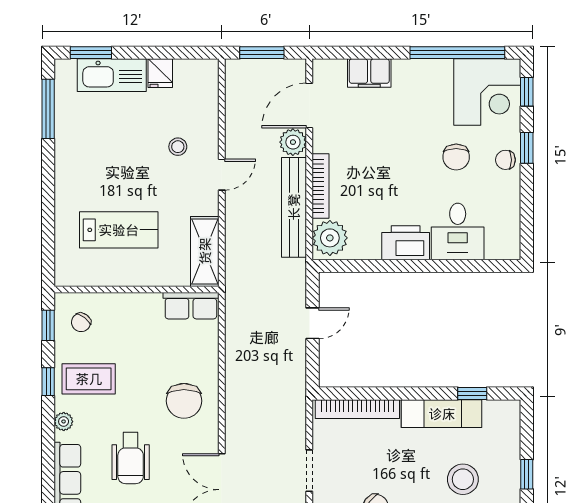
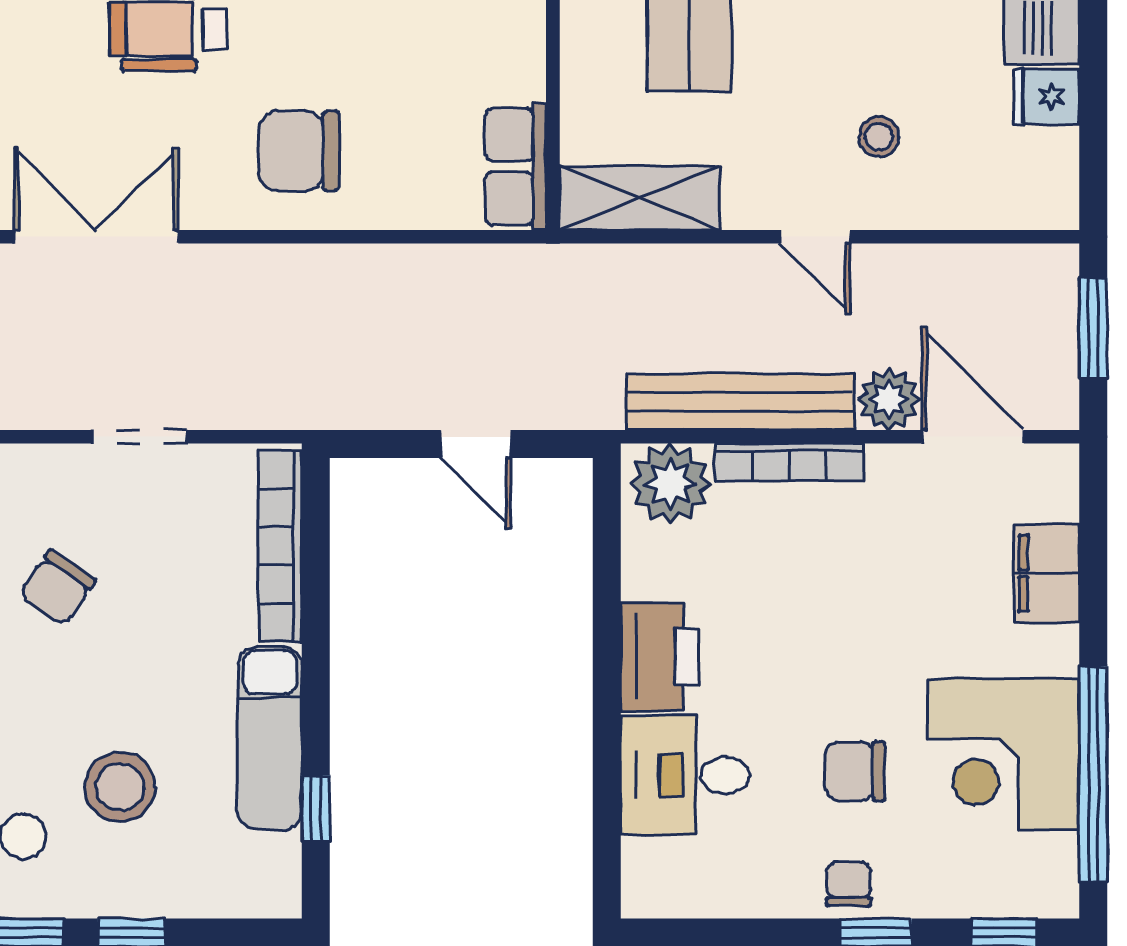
corner desk: (487, 92) -> (1003, 755), moved

